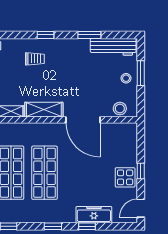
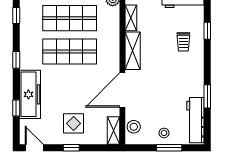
window: (46, 35) -> (207, 31), moved
shelving: (124, 129) -> (114, 131), added
display table: (125, 177) -> (74, 123), moved
freezer: (94, 215) -> (30, 94), width x1.36, depth x1.26
window: (87, 226) -> (16, 108), moved

